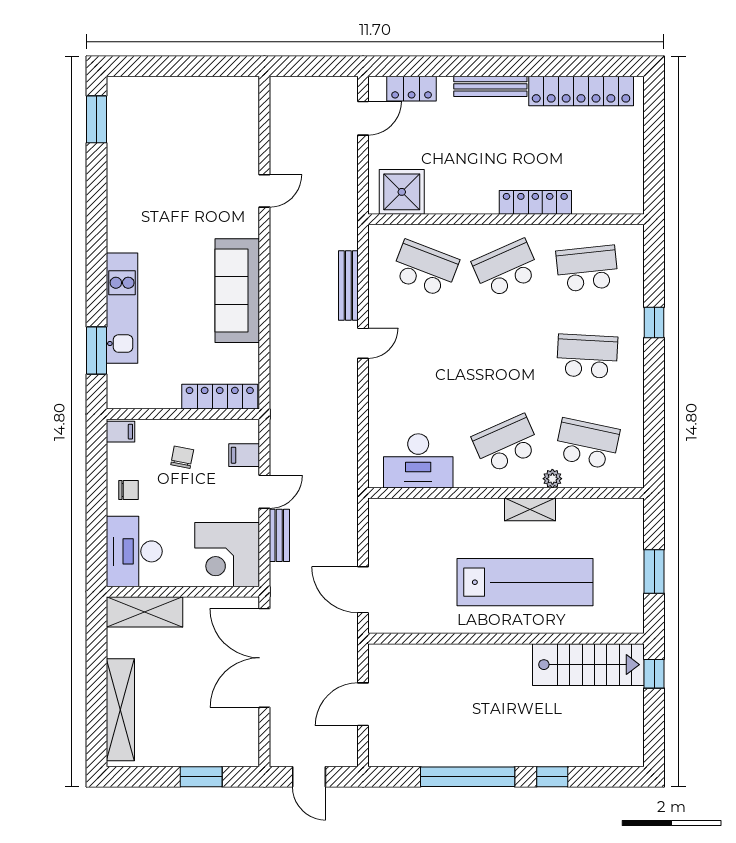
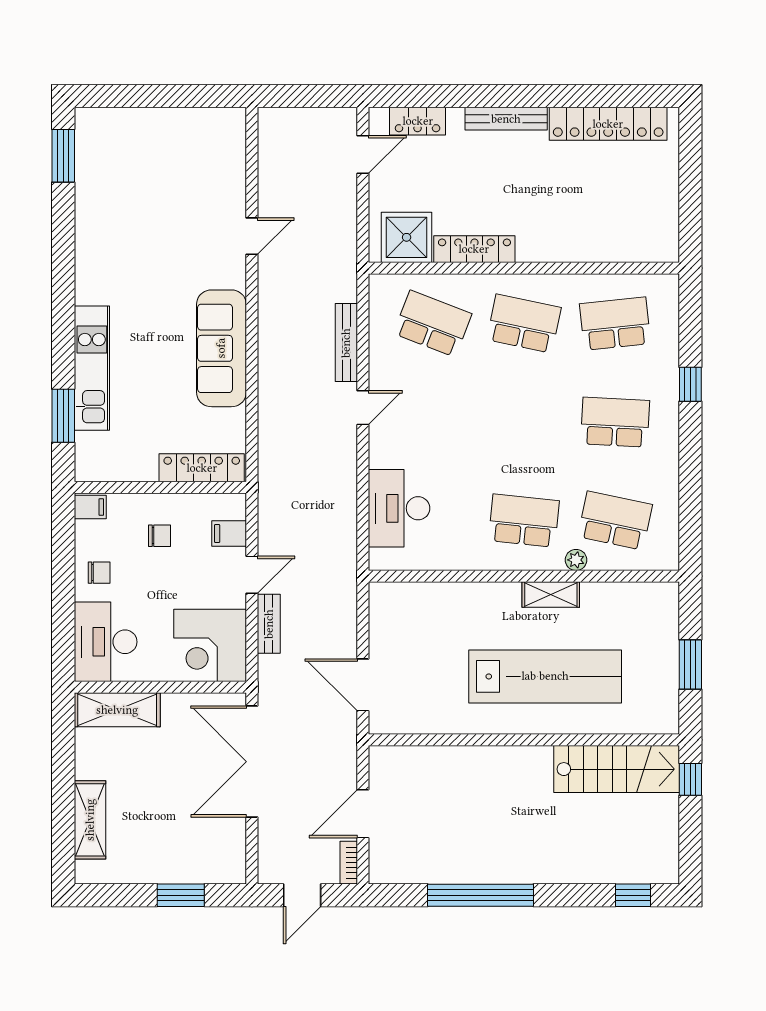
locker: (535, 202) -> (474, 249), moved
school desk: (506, 269) -> (524, 324), turned 36
school desk: (506, 444) -> (524, 521), turned 30
chair: (182, 457) -> (159, 536), turned 79
desk: (418, 461) -> (399, 508), moved, turned 90
shelving: (120, 710) -> (90, 820), width x0.68
bookcase: (350, 748) -> (349, 863), added
door: (309, 777) -> (302, 895), hinge flipped
window: (552, 777) -> (633, 895), moved

